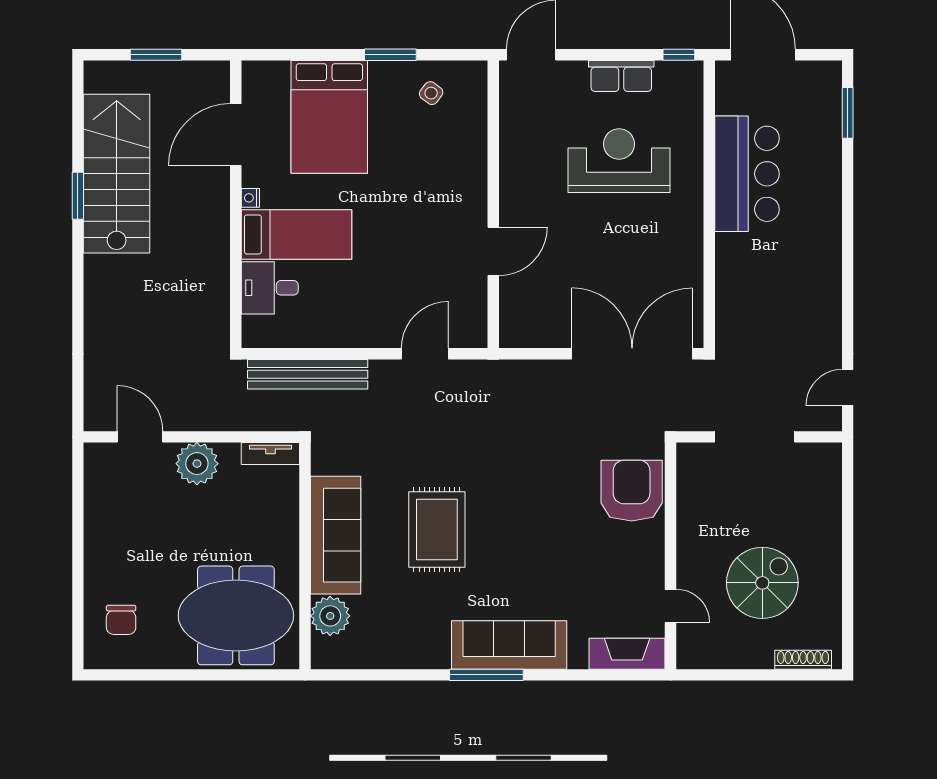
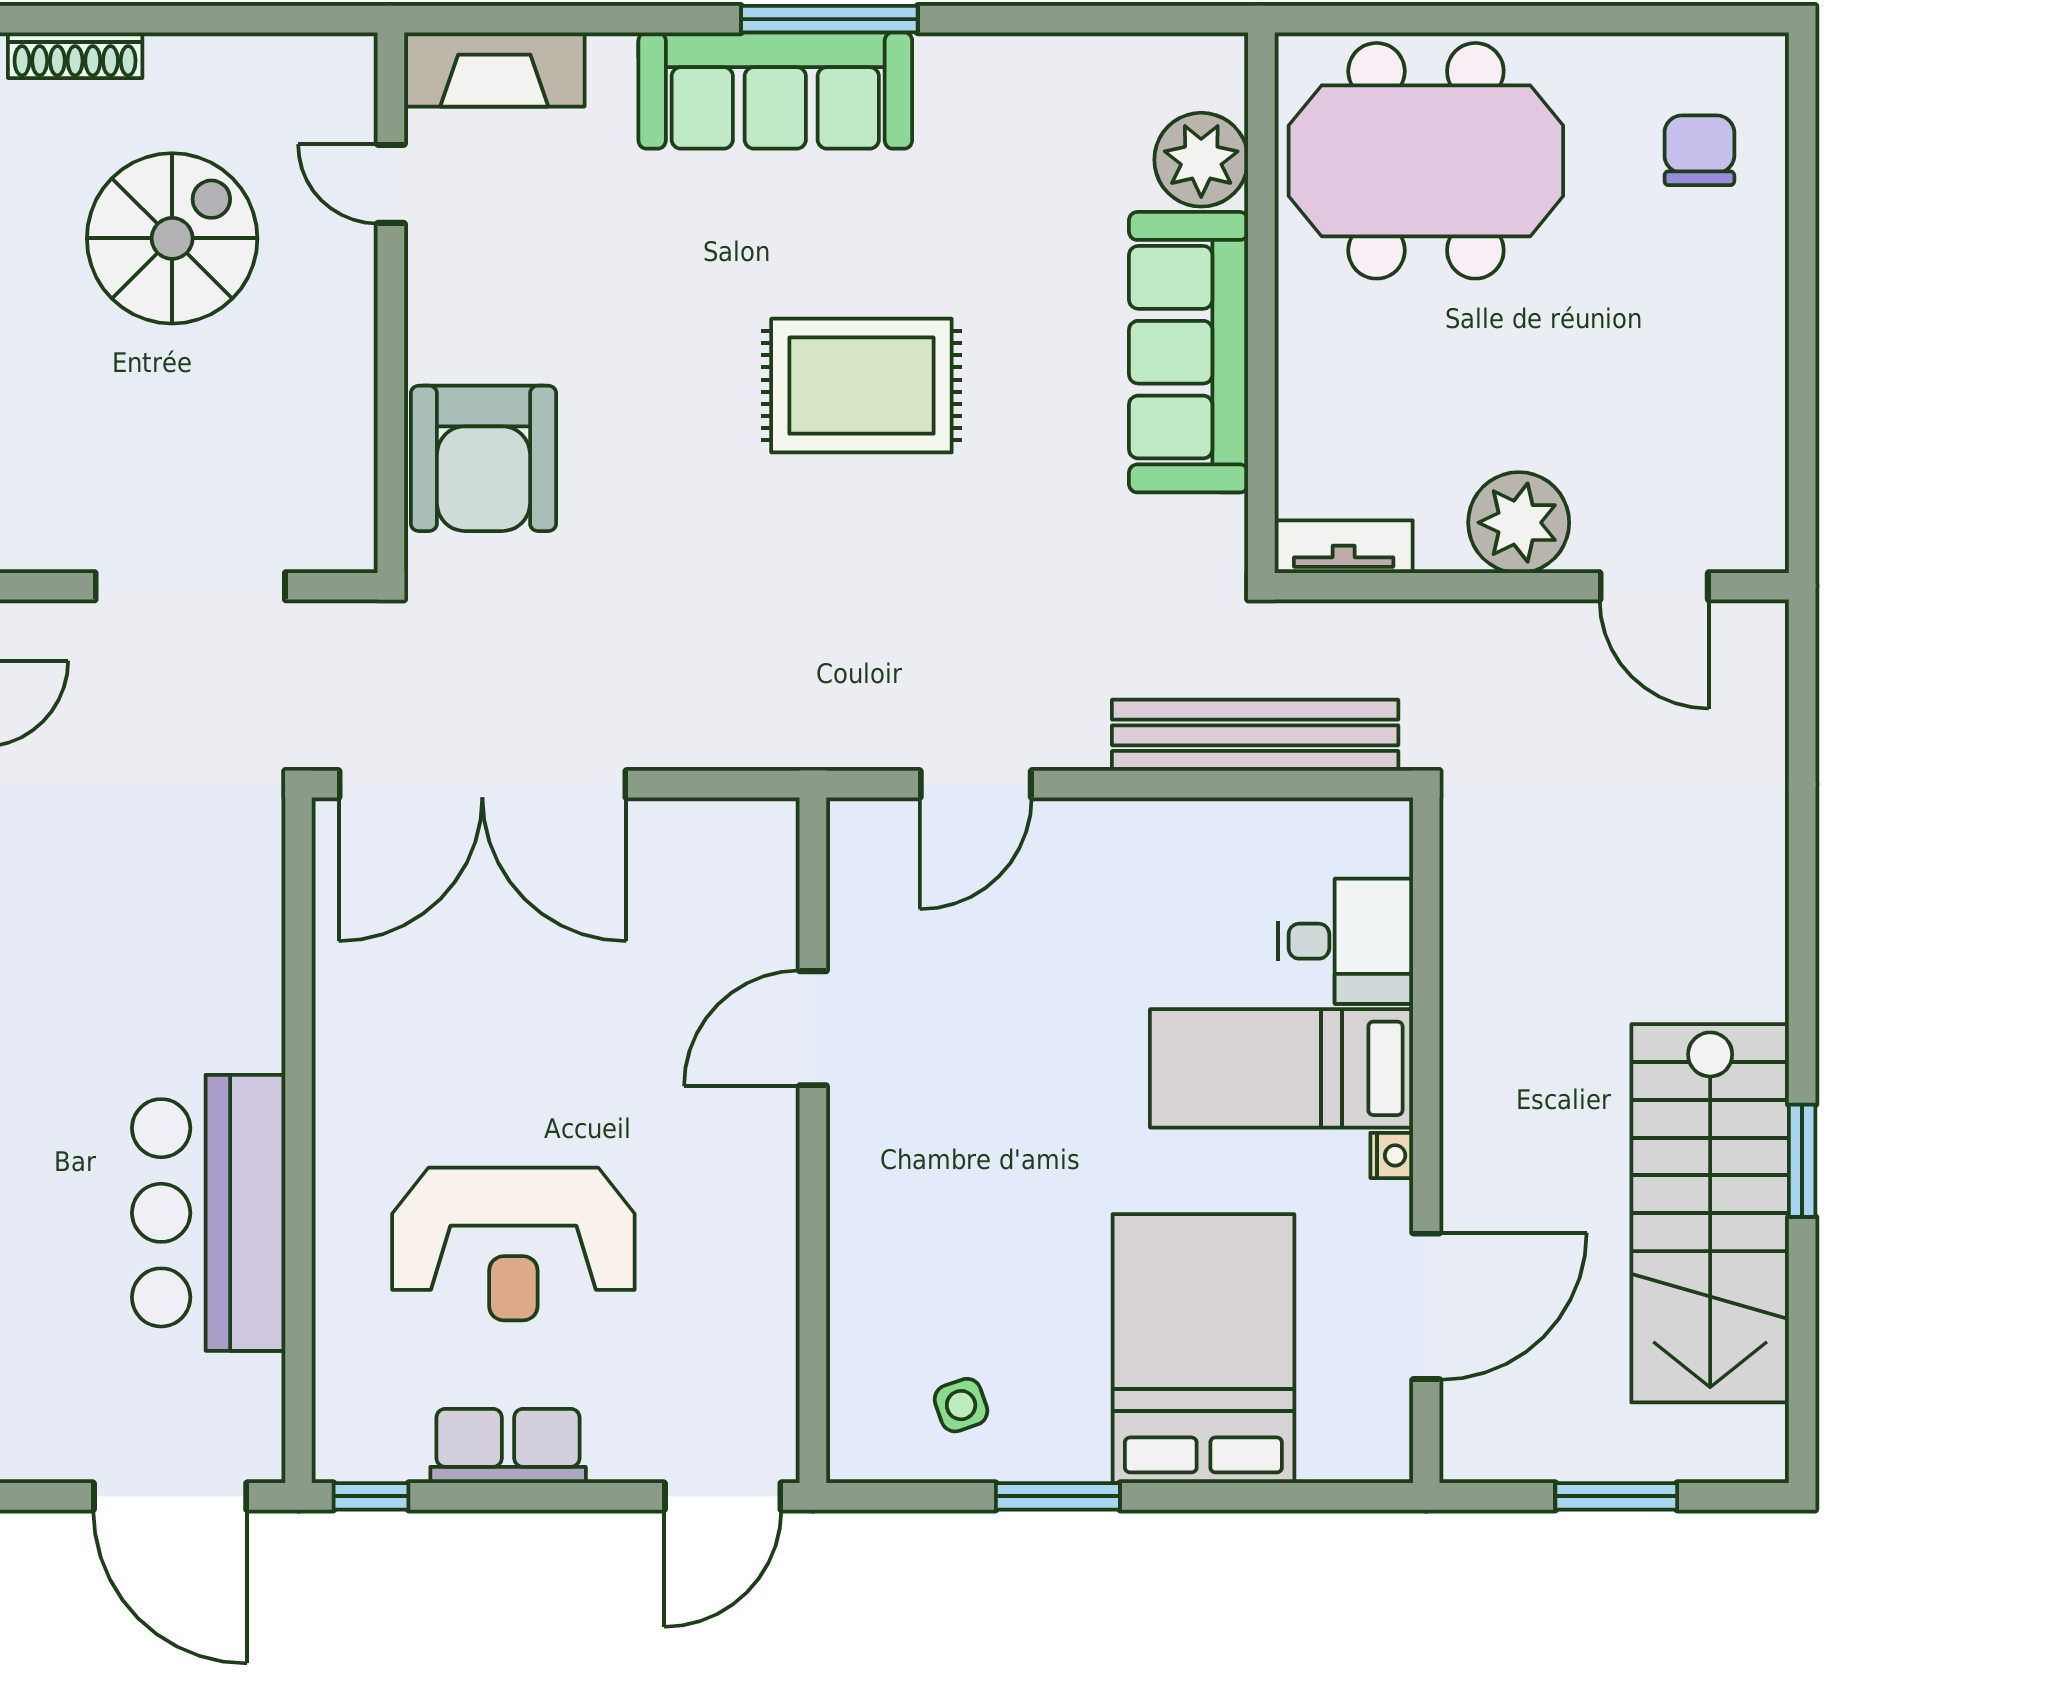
side table: (431, 93) -> (961, 1405), turned 34
rug: (437, 530) -> (861, 386), moved, turned 90
spiral stairs: (762, 583) -> (172, 238), turned 180

